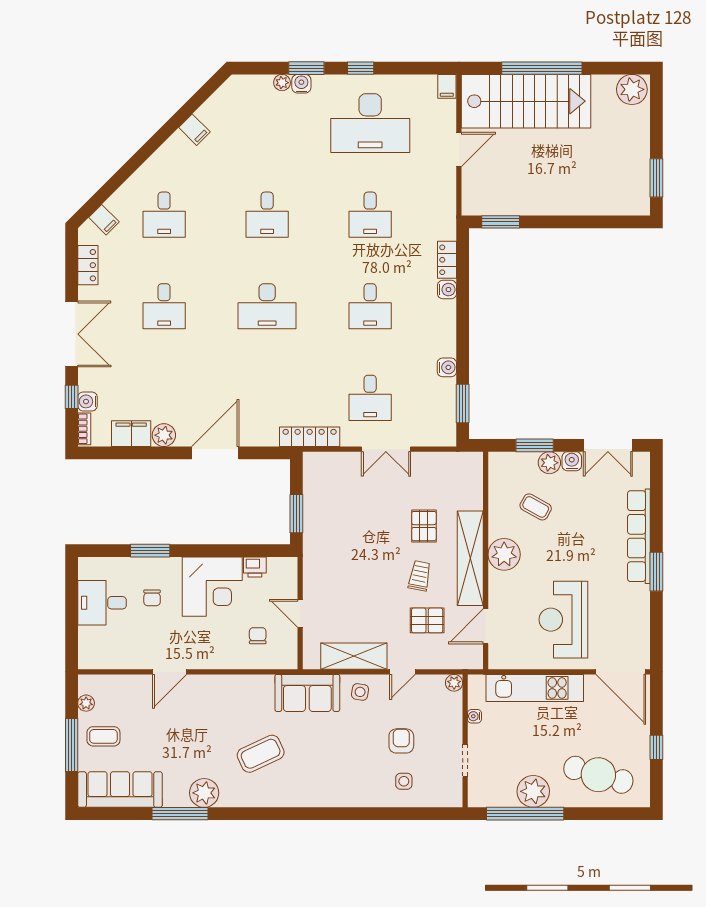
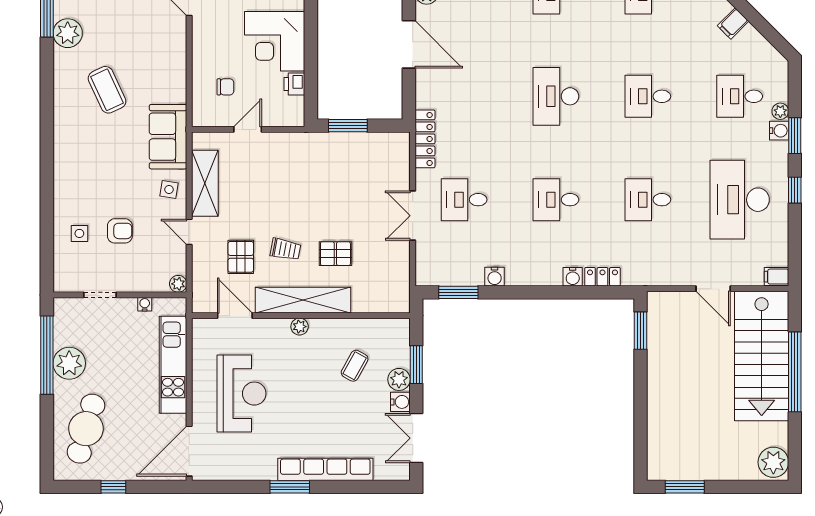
desk: (267, 123) -> (740, 96), added
plant: (504, 554) -> (300, 327), width x0.53, depth x0.53
reception desk: (563, 620) -> (242, 394), turned 90

